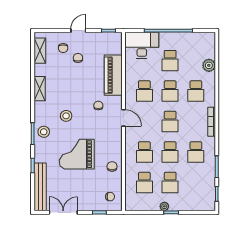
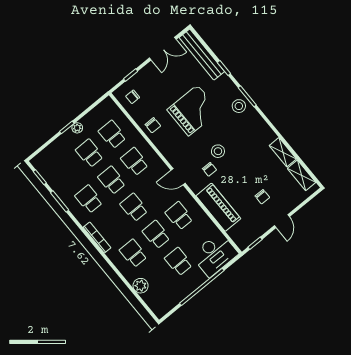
chair: (63, 48) -> (283, 195), removed
shelving: (40, 89) -> (283, 152), moved
stool: (66, 116) -> (218, 151), moved

